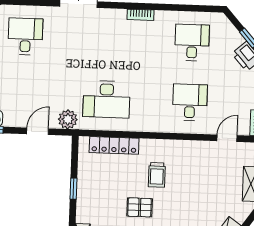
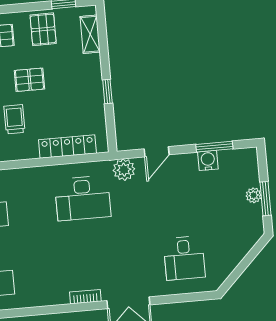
bookcase: (140, 15) -> (85, 297), moved
desk: (106, 99) -> (83, 198), turned 180

